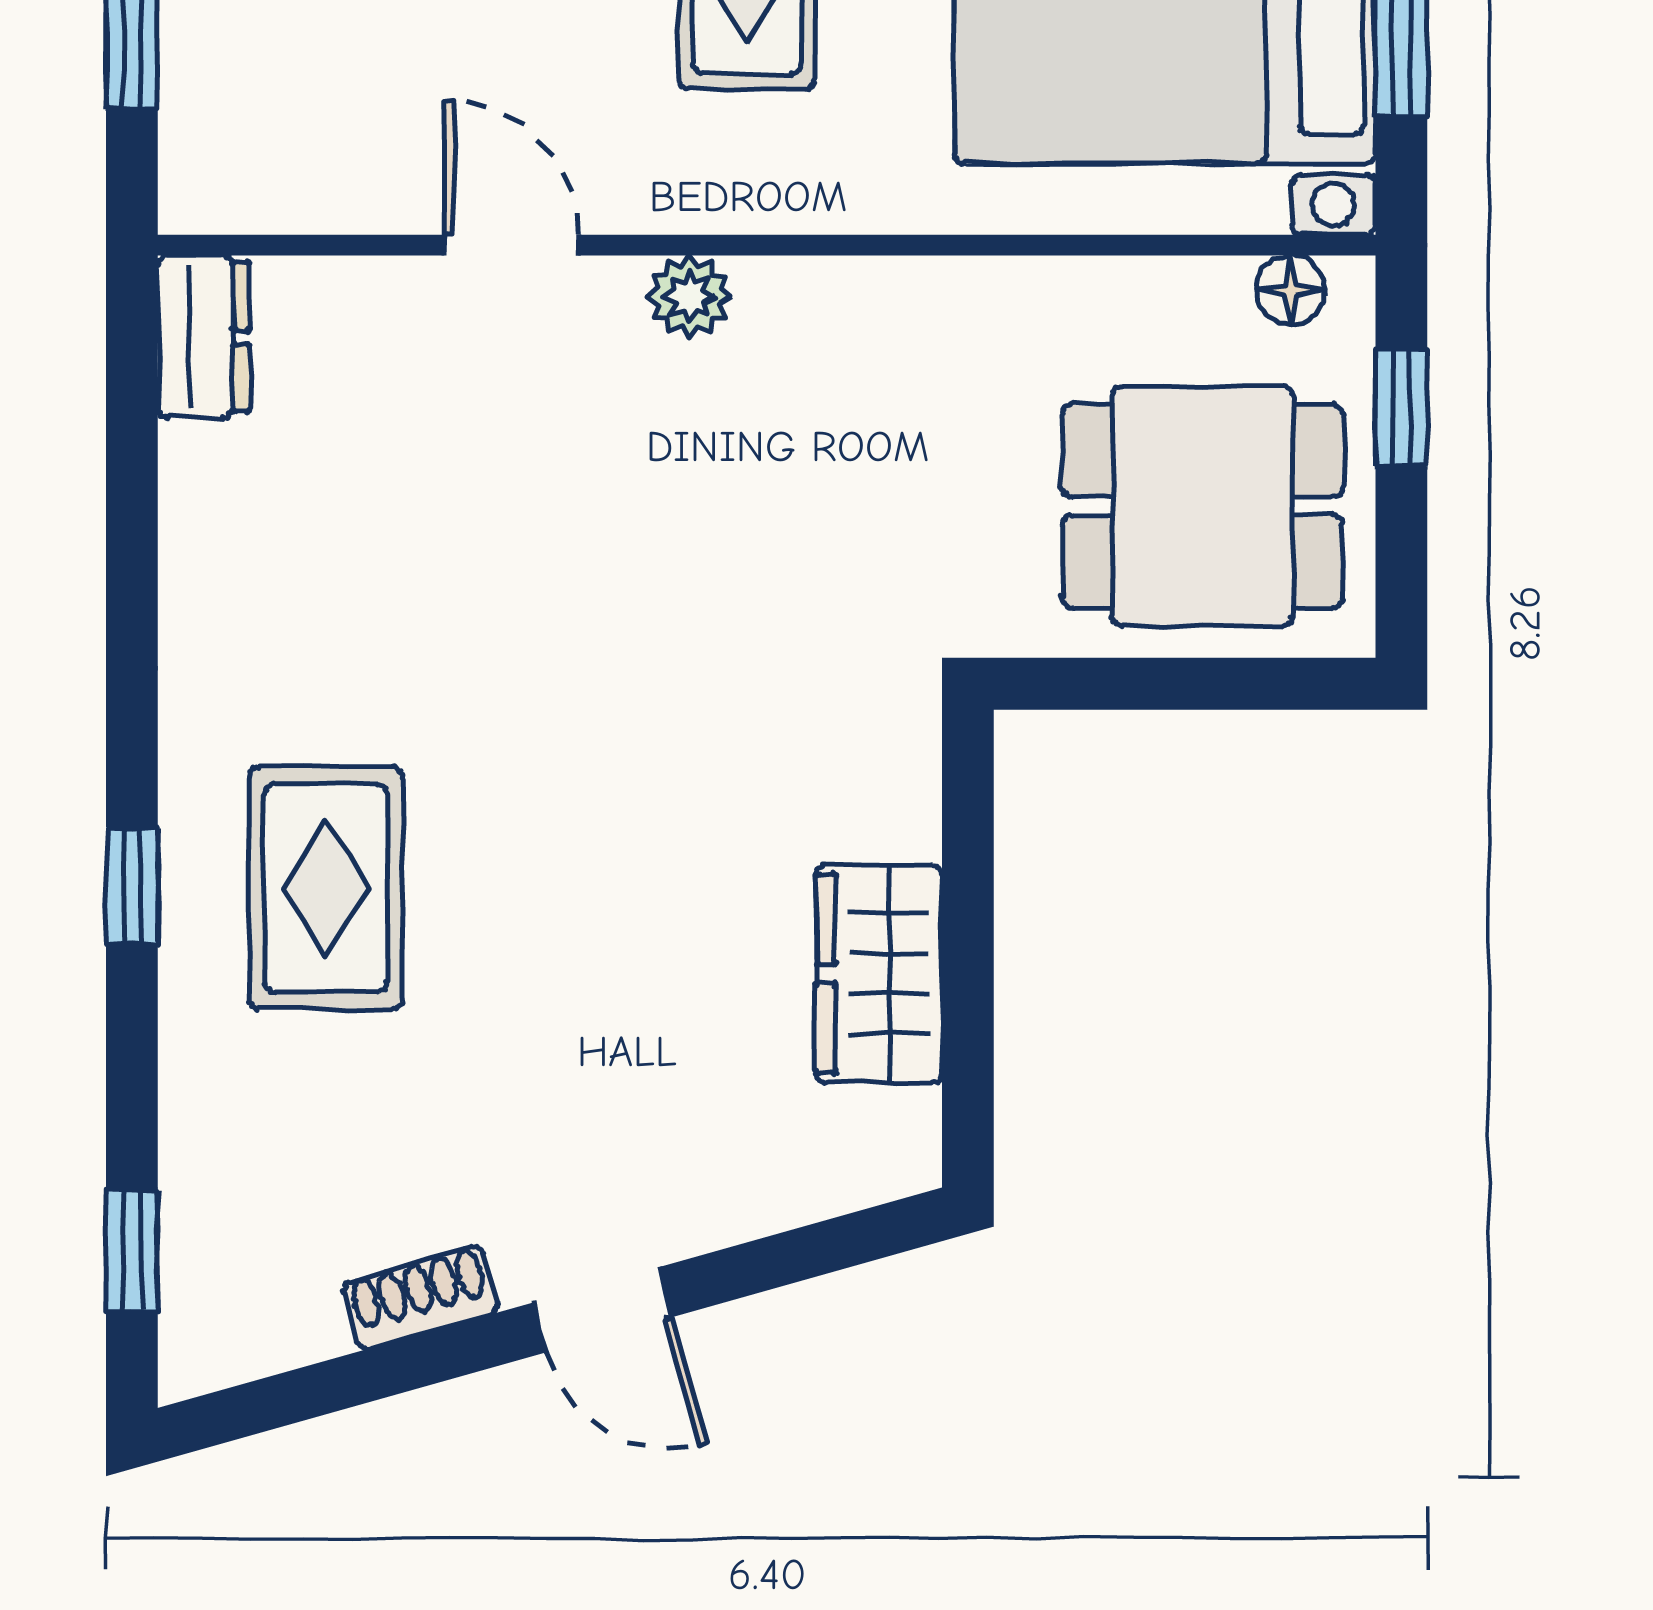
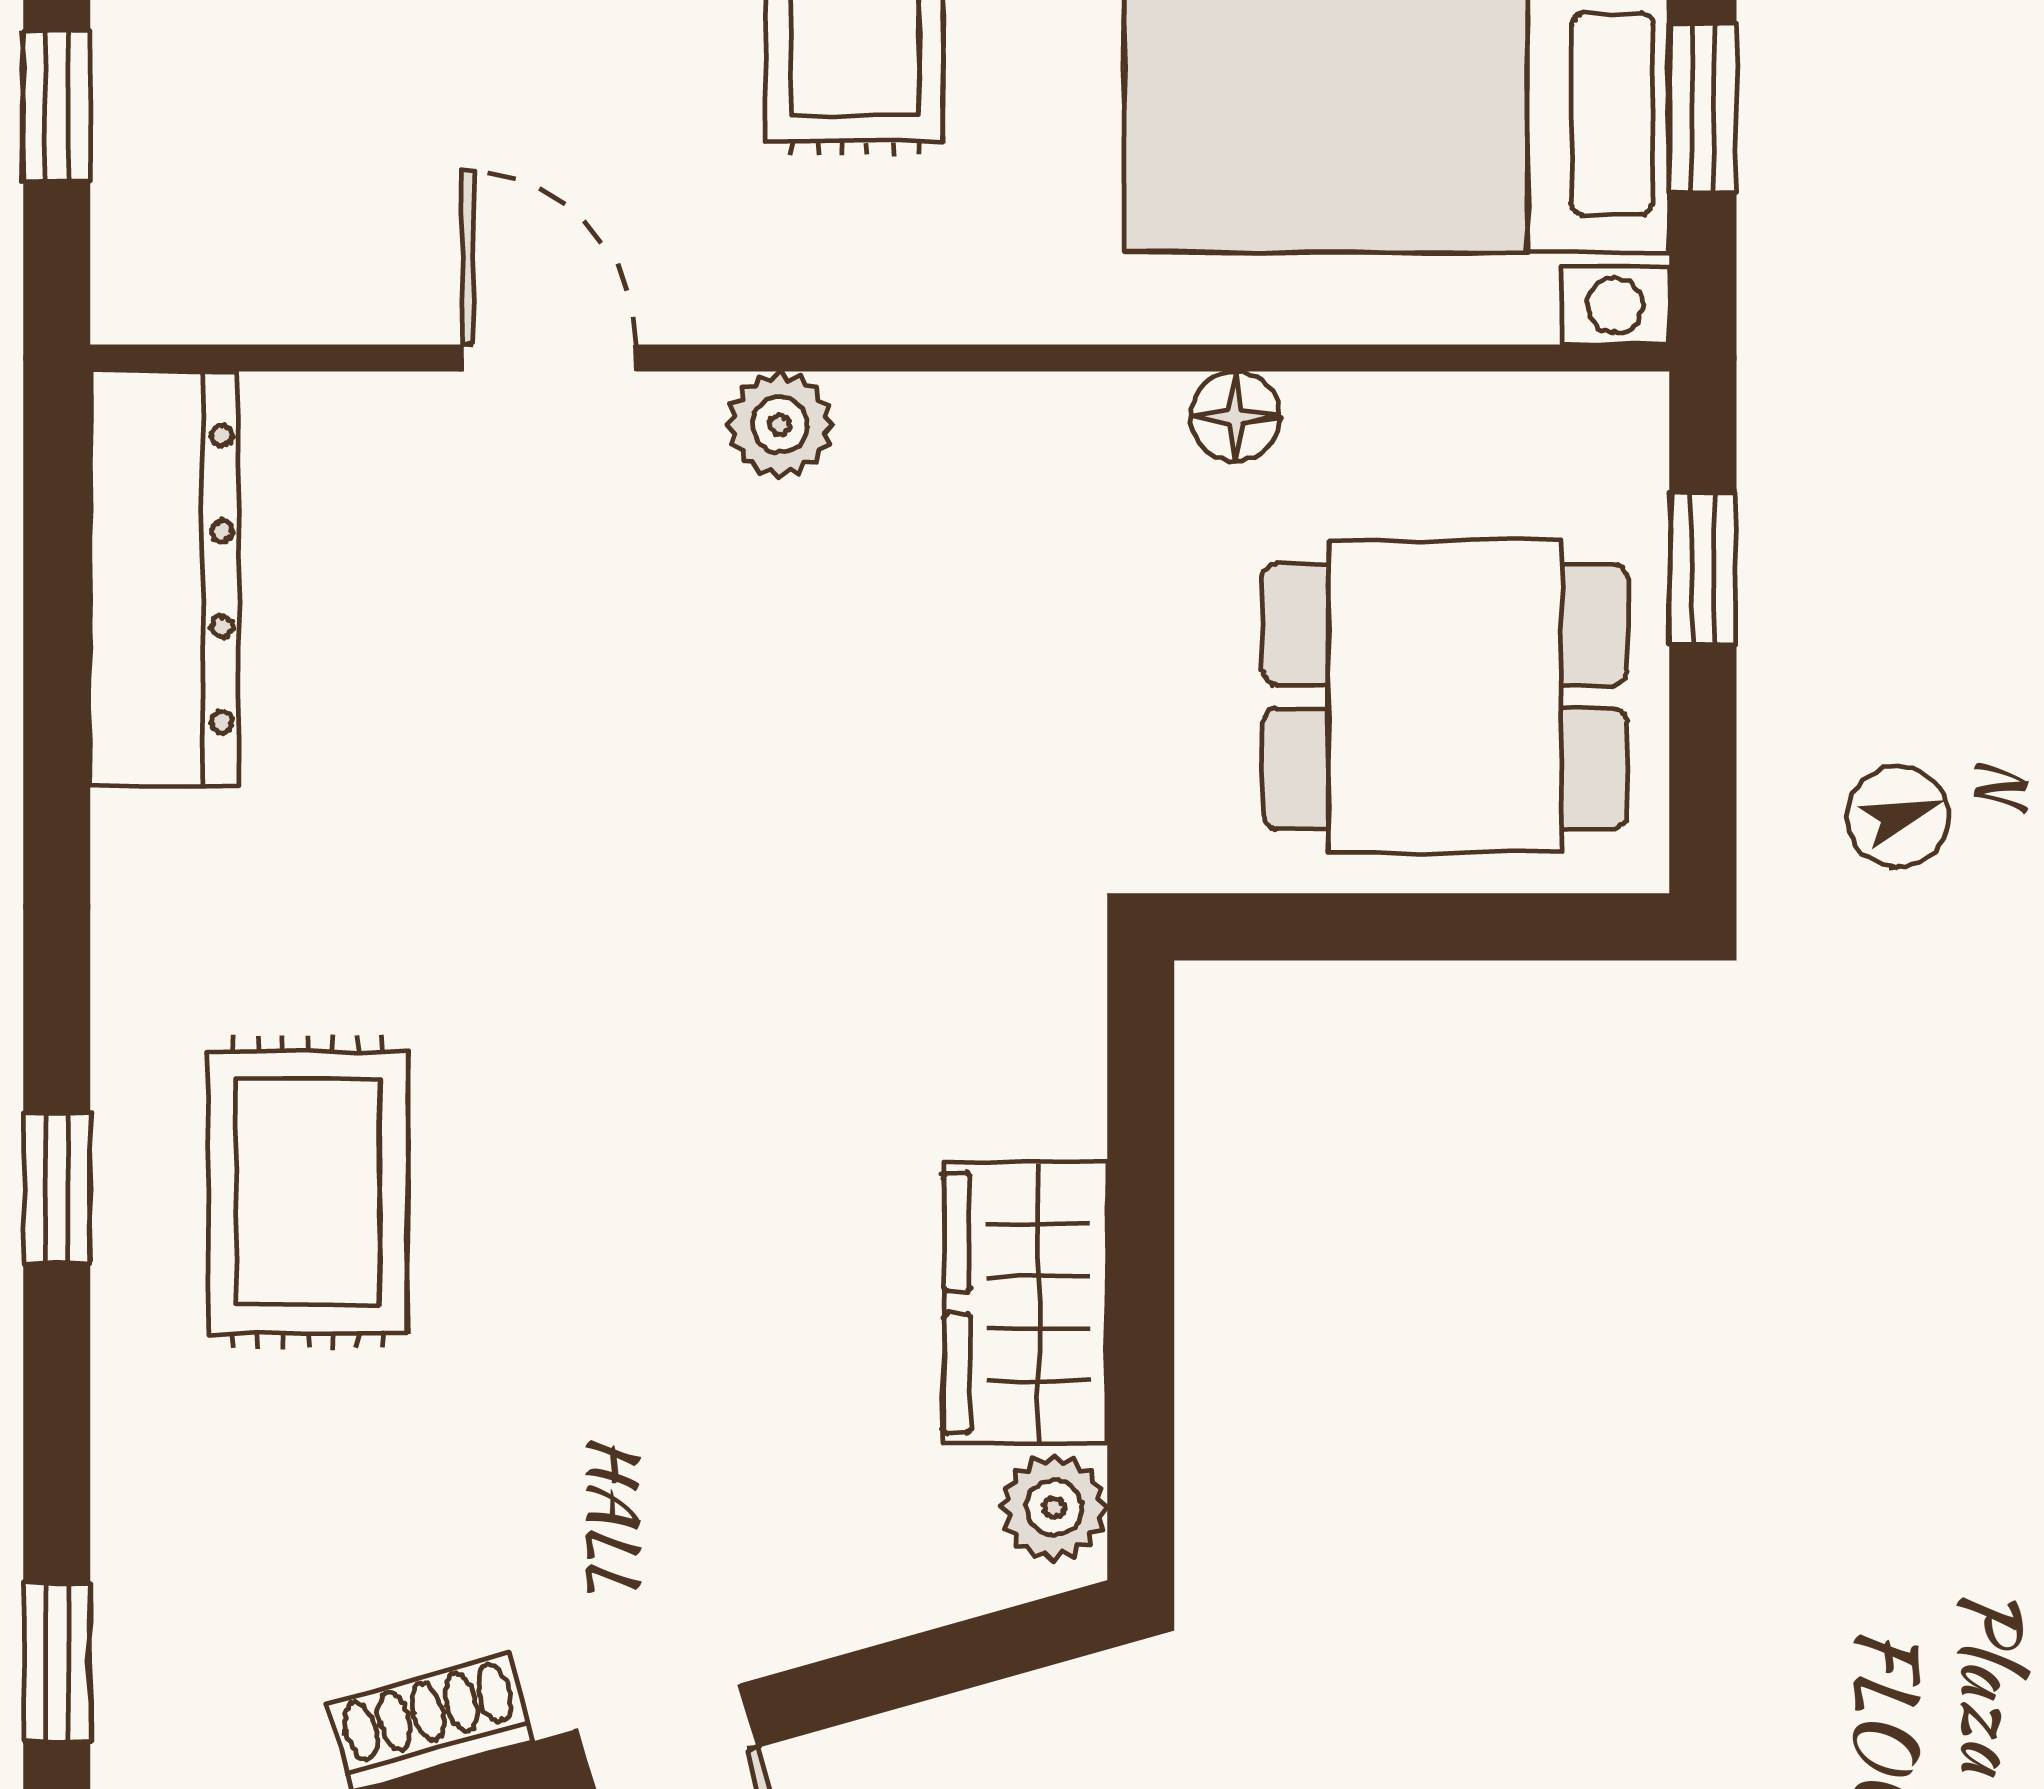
floor lamp: (1291, 290) -> (1235, 416), moved
dresser: (204, 337) -> (164, 579), width x1.96, depth x1.24
plant: (901, 1132) -> (1054, 1508), added

